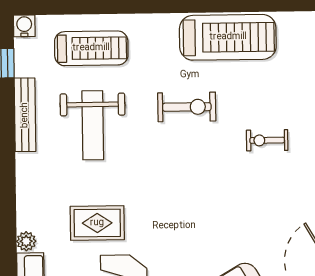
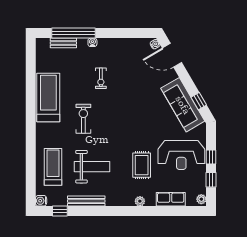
plant: (26, 241) -> (140, 201), moved

